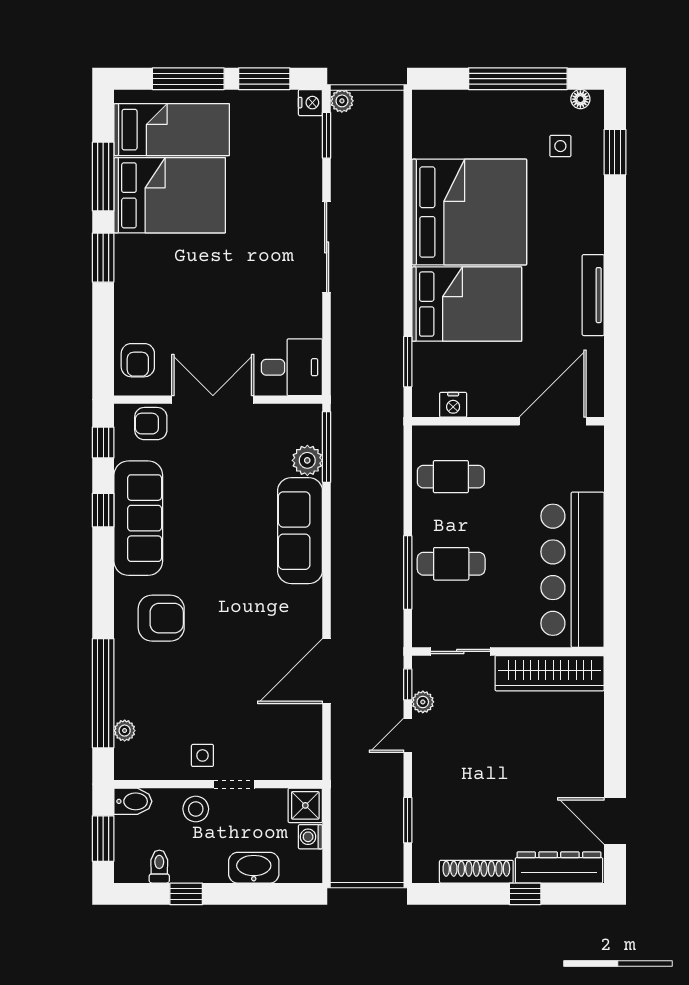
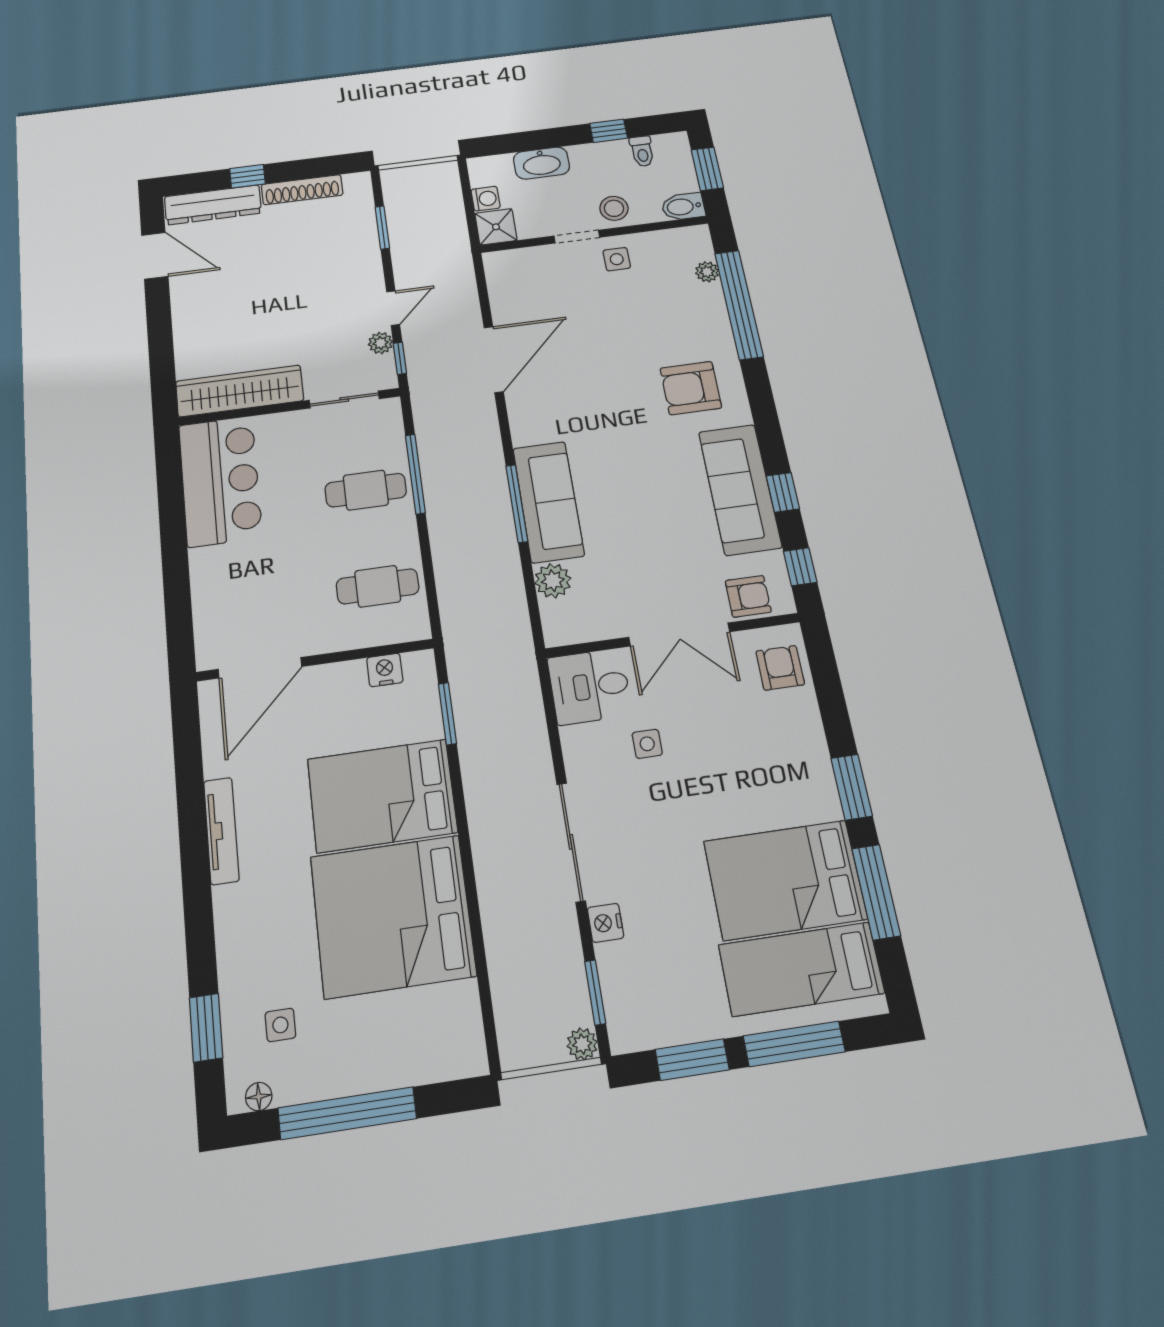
nightstand: (310, 103) -> (605, 923), moved
side table: (255, 315) -> (647, 744), added
window: (327, 447) -> (517, 503), moved
bar counter: (572, 570) -> (220, 481), width x0.73

